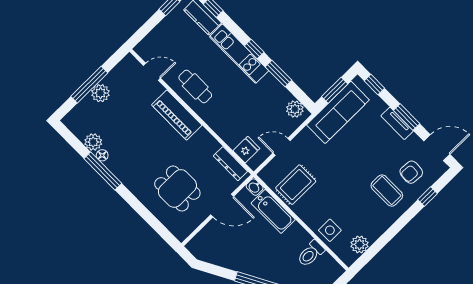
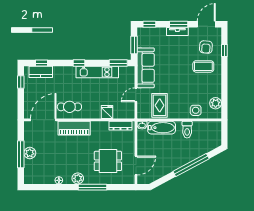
kitchen unit: (239, 54) -> (97, 72), moved
door: (152, 72) -> (43, 120), width x1.88
window: (279, 74) -> (118, 63), moved
plant: (295, 109) -> (125, 72), removed
sofa: (338, 112) -> (146, 68), moved
plant: (93, 142) -> (78, 178), moved
fridge: (246, 150) -> (107, 112), moved
window: (103, 171) -> (93, 187), moved
door: (222, 206) -> (136, 166), moved
toilet: (311, 254) -> (187, 130), moved

